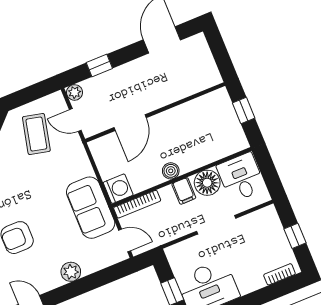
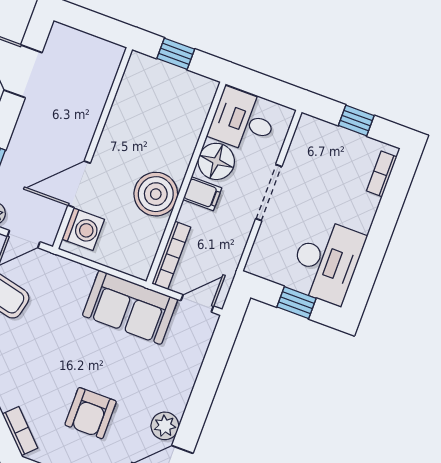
door: (130, 123) -> (79, 184), swing flipped
boiler: (171, 171) -> (156, 194), width x1.86, depth x1.86
washing machine: (118, 189) -> (83, 229), moved, turned 90
plant: (71, 272) -> (165, 426), moved

